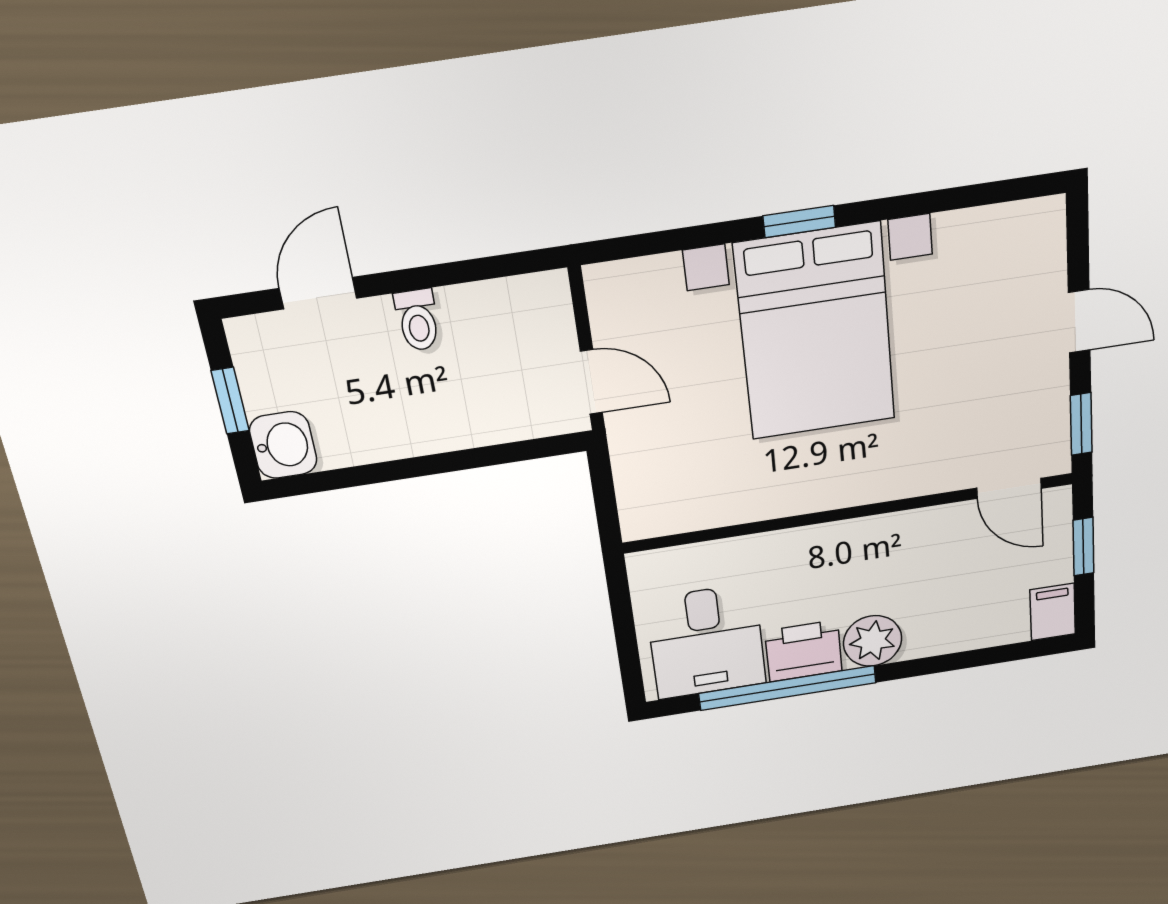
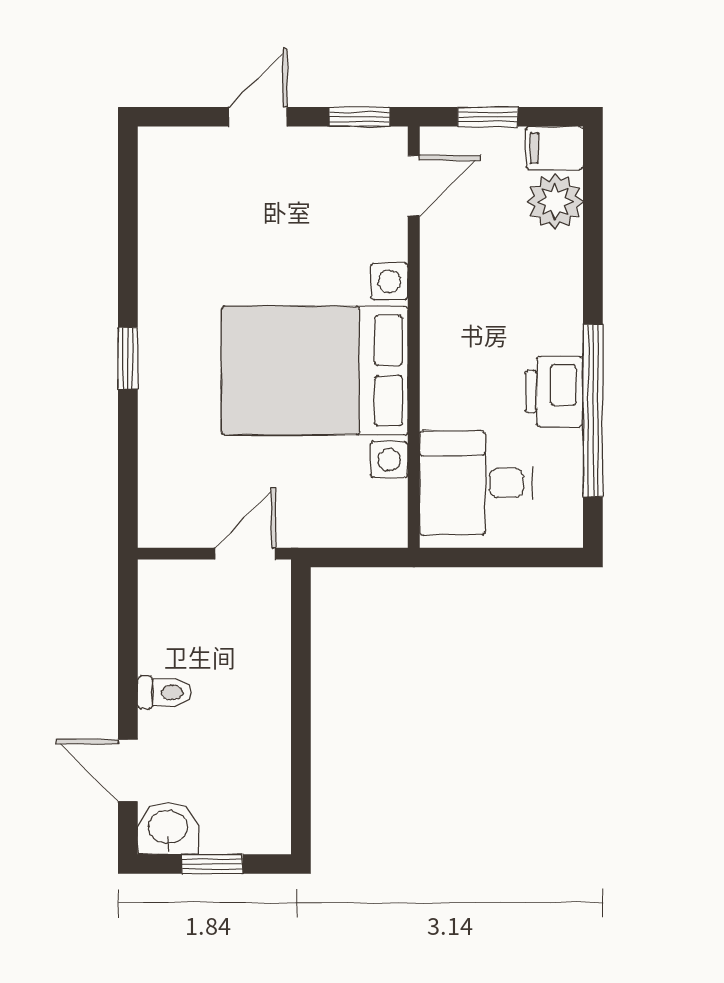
bed with nightstands: (815, 332) -> (315, 371), moved, turned 180
washbasin: (283, 445) -> (168, 828), moved
plant: (873, 641) -> (555, 202), moved
desk: (706, 642) -> (476, 483), moved, turned 180

